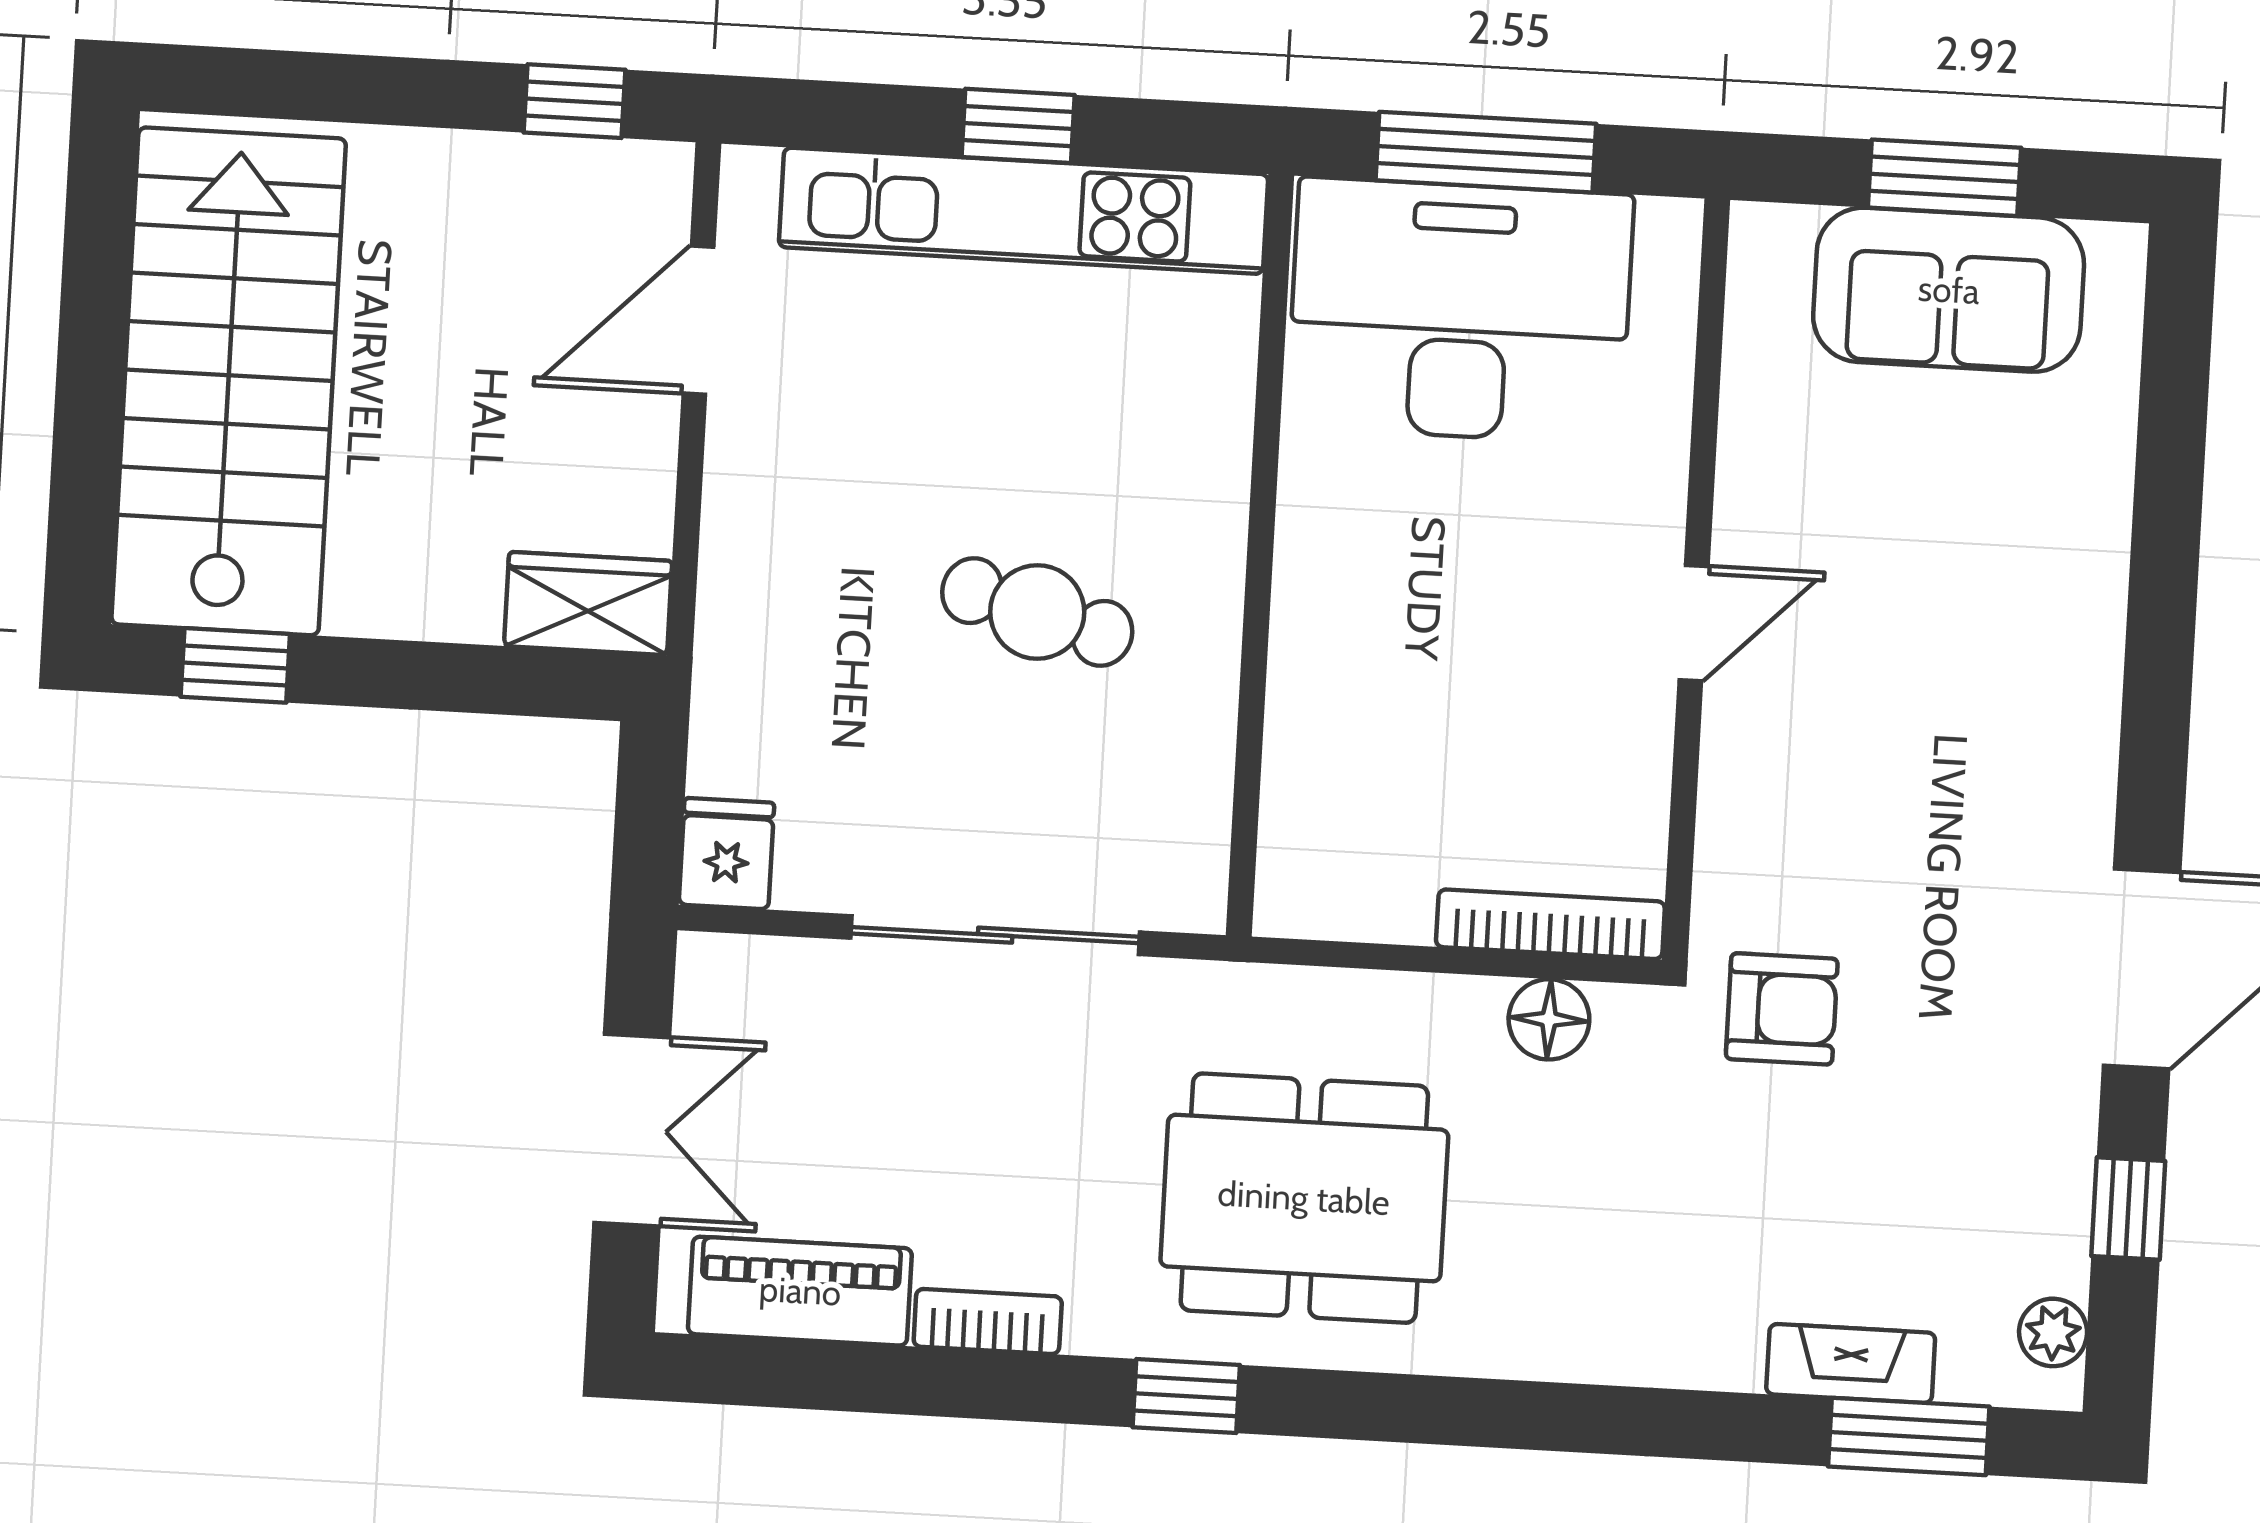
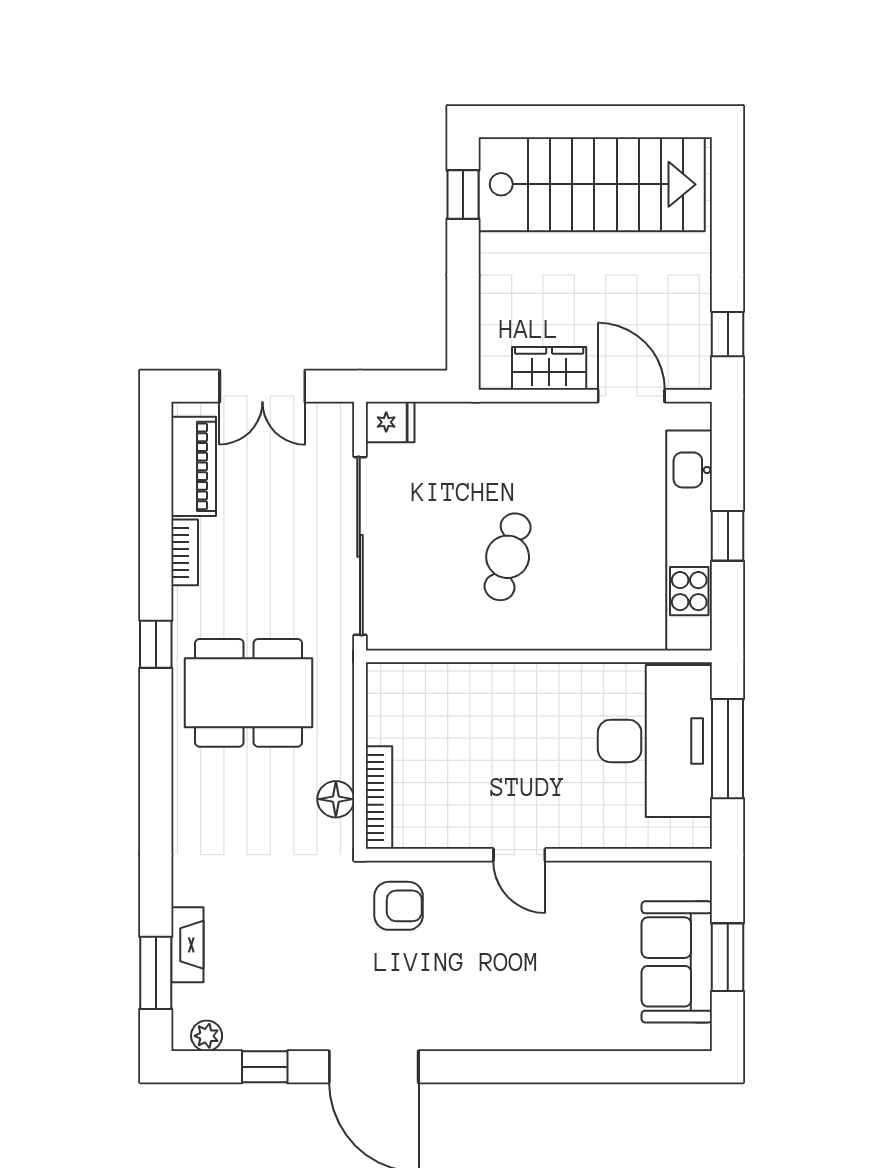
wardrobe: (588, 603) -> (549, 368), moved, turned -90
sliding door: (995, 935) -> (360, 546), width x1.36
armchair: (1782, 1009) -> (399, 906), moved, turned -90
dining table: (1304, 1198) -> (249, 693), turned 90

